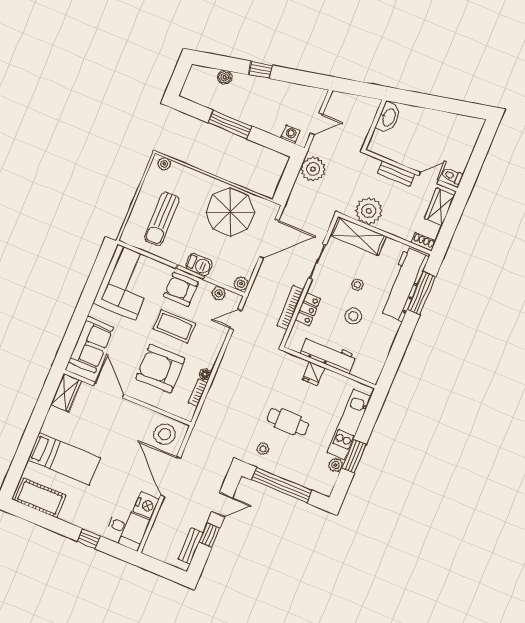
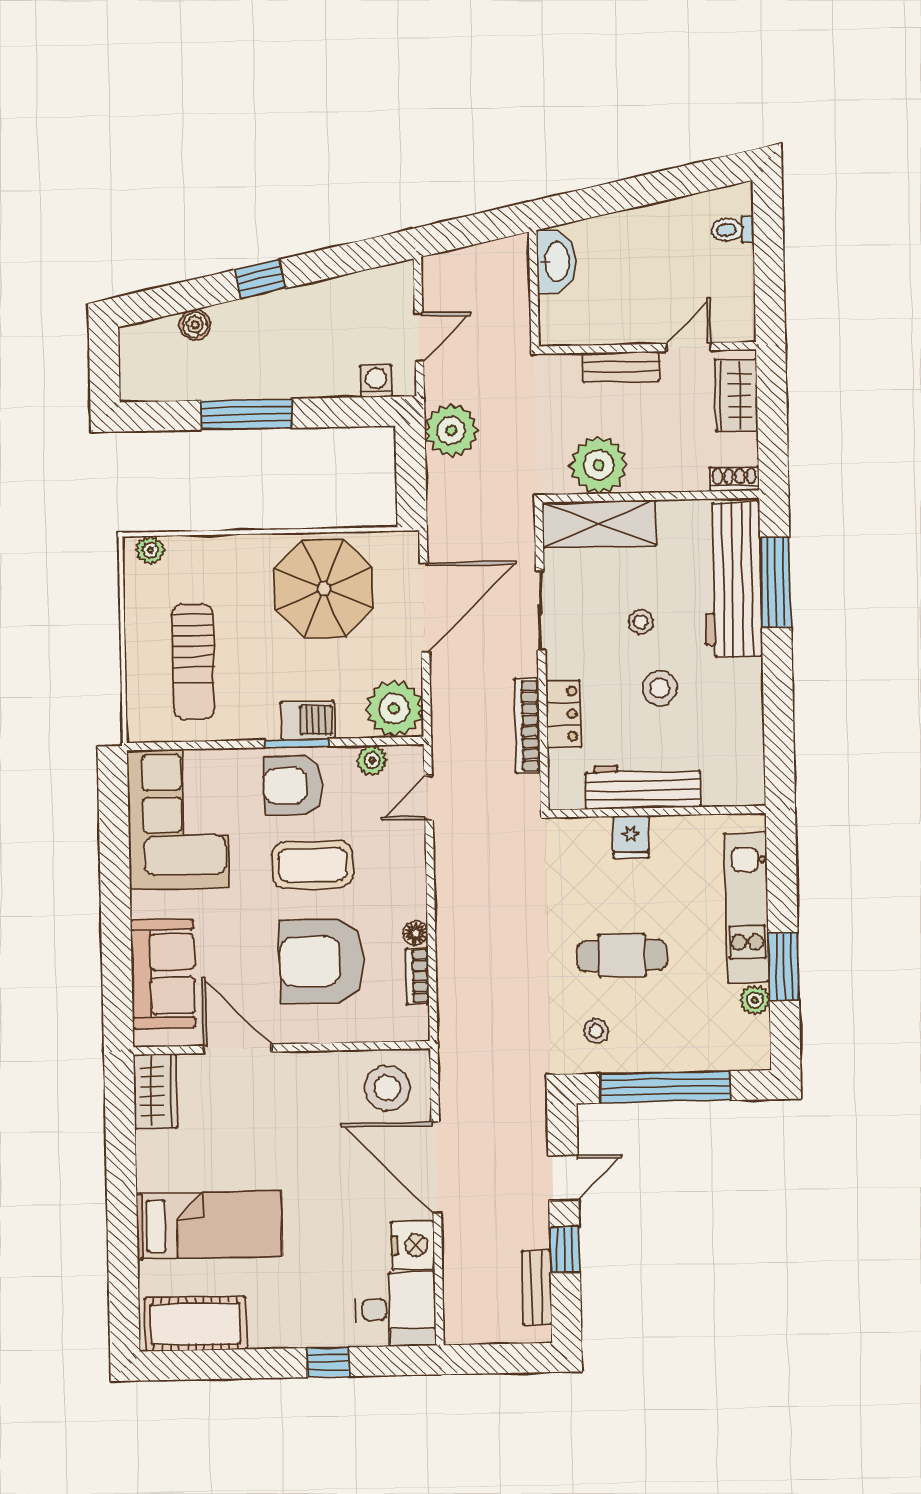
toilet: (452, 176) -> (732, 230), moved
plant: (241, 284) -> (394, 708), width x1.87, depth x1.87

